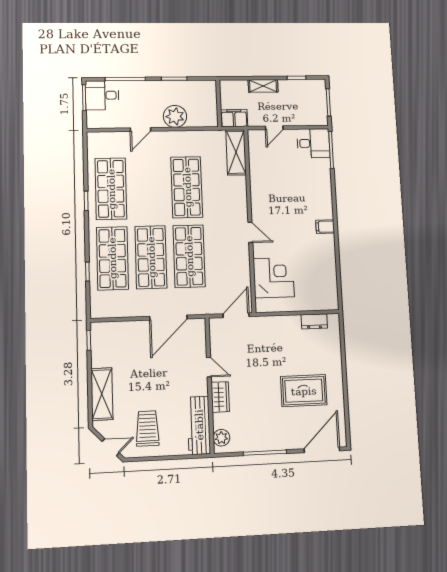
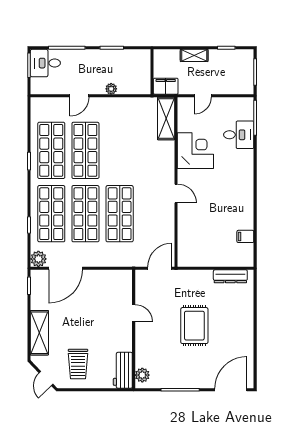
plant: (175, 116) -> (111, 89), width x0.53, depth x0.53
desk: (313, 143) -> (239, 135), moved
shop shelf: (187, 187) -> (85, 150), moved
filing cabinet: (325, 227) -> (245, 236), moved
corner desk: (274, 278) -> (195, 151), moved
plant: (99, 309) -> (38, 259), added
door: (168, 318) -> (66, 268), moved
dresser: (314, 321) -> (230, 276), width x1.44
rug: (304, 391) -> (194, 326), moved, turned 90
wardrobe: (220, 397) -> (143, 340), removed
workbench: (199, 425) -> (123, 370), width x0.73
trolley: (147, 428) -> (78, 364), turned 180
door: (111, 447) -> (46, 378), swing flipped

